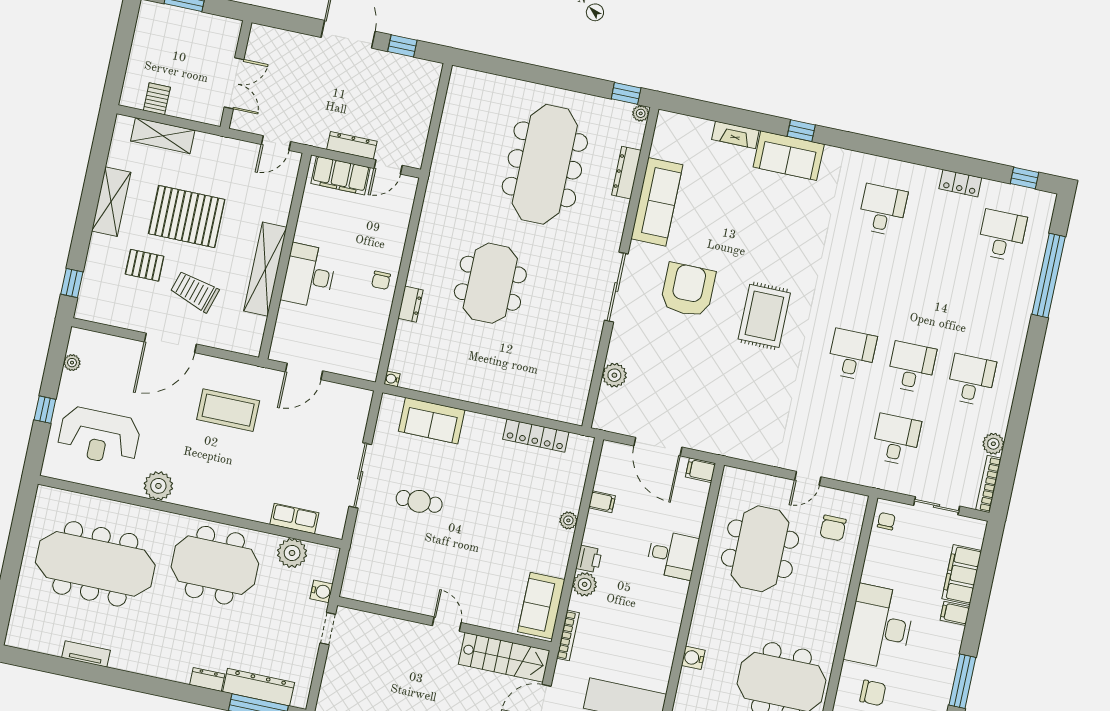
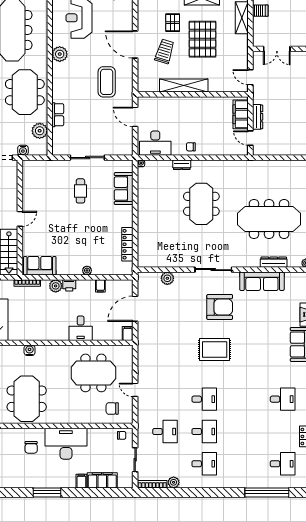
desk: (309, 276) -> (155, 143), moved, turned 180
meeting table: (490, 283) -> (201, 204), turned 90
row of seats: (294, 519) -> (58, 115), moved

